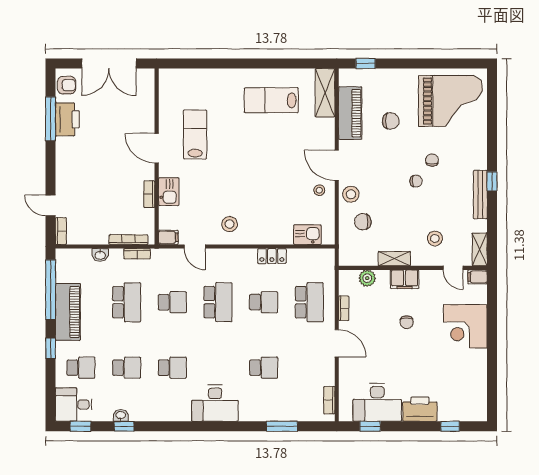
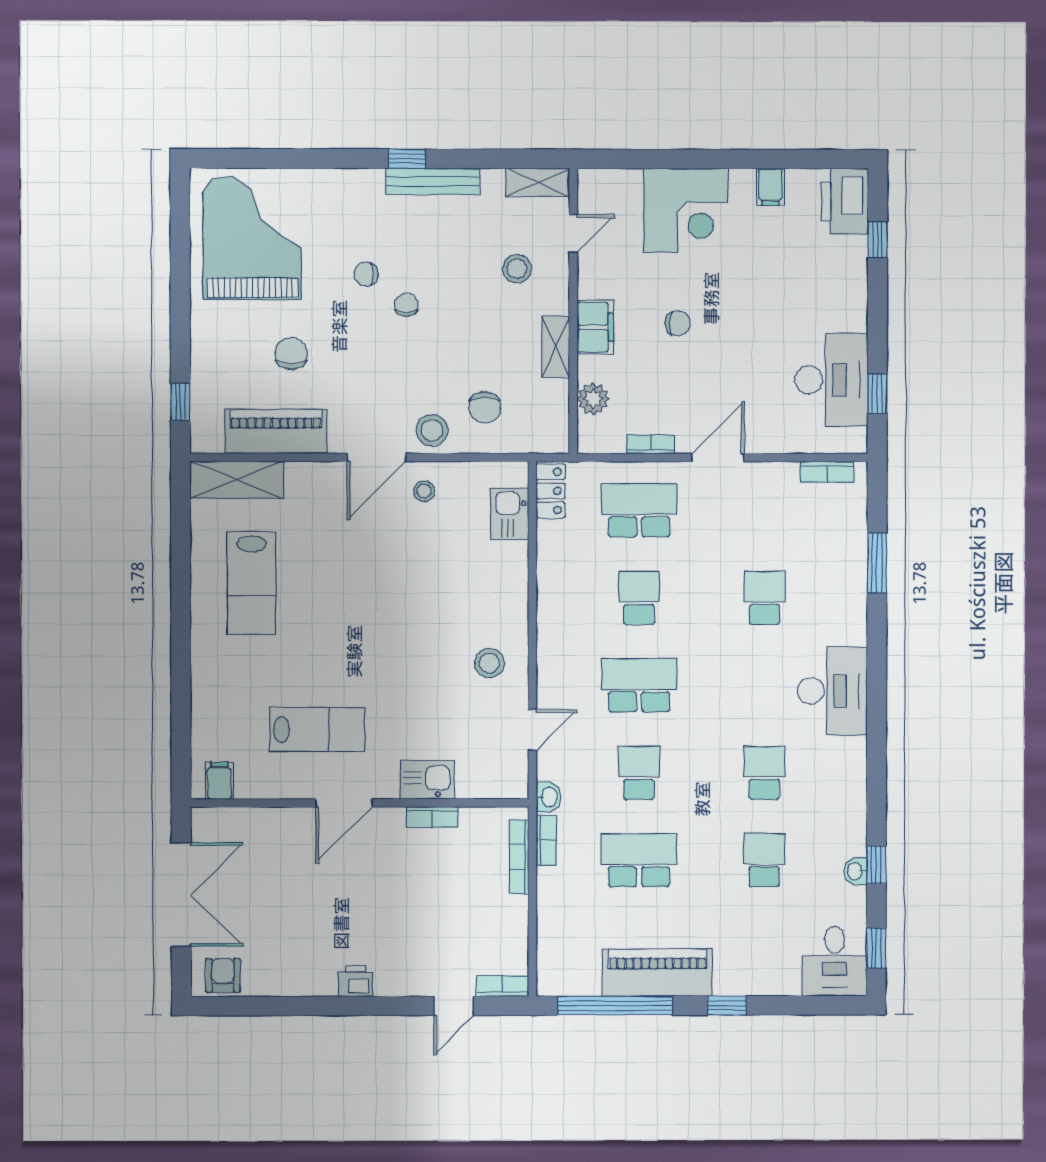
window: (51, 119) -> (288, 1006), removed
printer: (67, 119) -> (356, 981), moved, width x0.53, depth x0.68
lab bench: (195, 134) -> (317, 729), turned 180
filing cabinet: (168, 237) -> (219, 781), moved
washbasin: (100, 255) -> (549, 797), moved
locker: (272, 256) -> (551, 491), moved
filing cabinet: (477, 277) -> (771, 187), moved
school desk: (81, 368) -> (764, 947), removed
printer: (420, 409) -> (845, 201), moved

